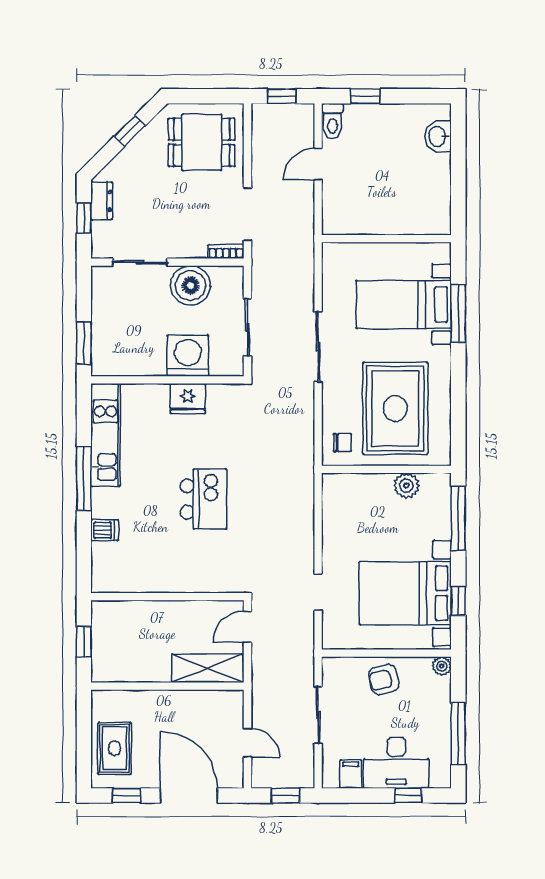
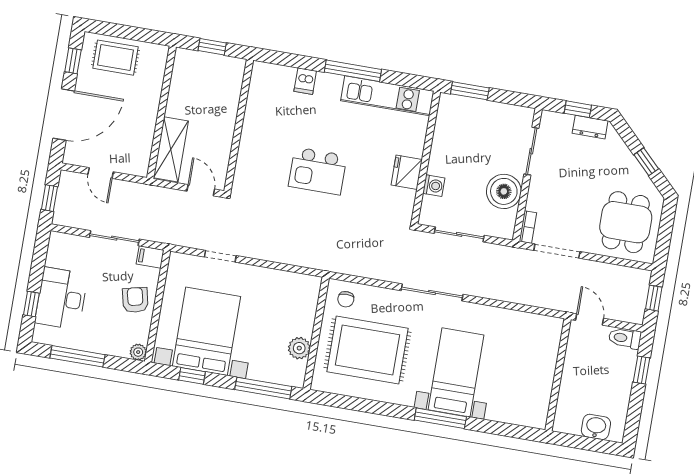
wall: (386, 239) -> (558, 375), moved
washing machine: (188, 356) -> (434, 186), width x0.53, depth x0.53
door: (247, 743) -> (101, 173), hinge flipped
filing cabinet: (351, 774) -> (150, 257), moved, turned 180

